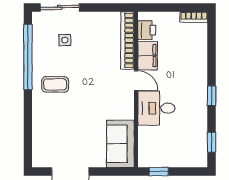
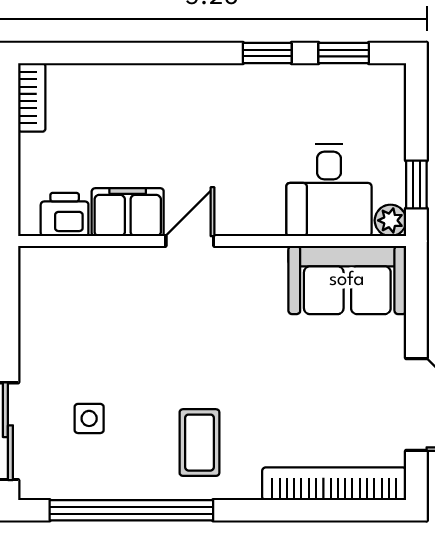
bookcase: (128, 40) -> (334, 484), moved, turned 180
window: (212, 96) -> (267, 53), moved
desk: (156, 108) -> (329, 190), moved
plant: (144, 161) -> (390, 220), added

